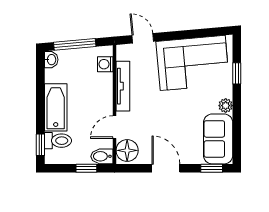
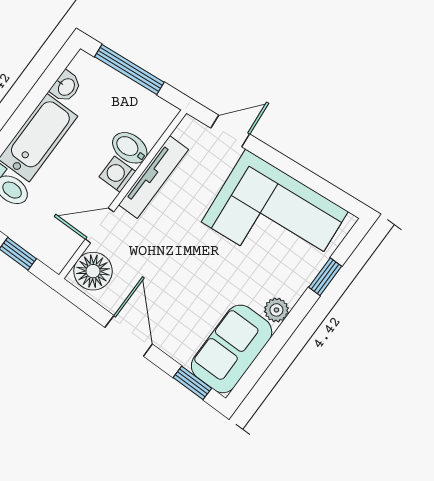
door: (143, 38) -> (230, 131), hinge flipped
washbasin: (51, 60) -> (66, 87), moved
washing machine: (105, 64) -> (117, 174), moved
bidet: (102, 156) -> (130, 148), moved

